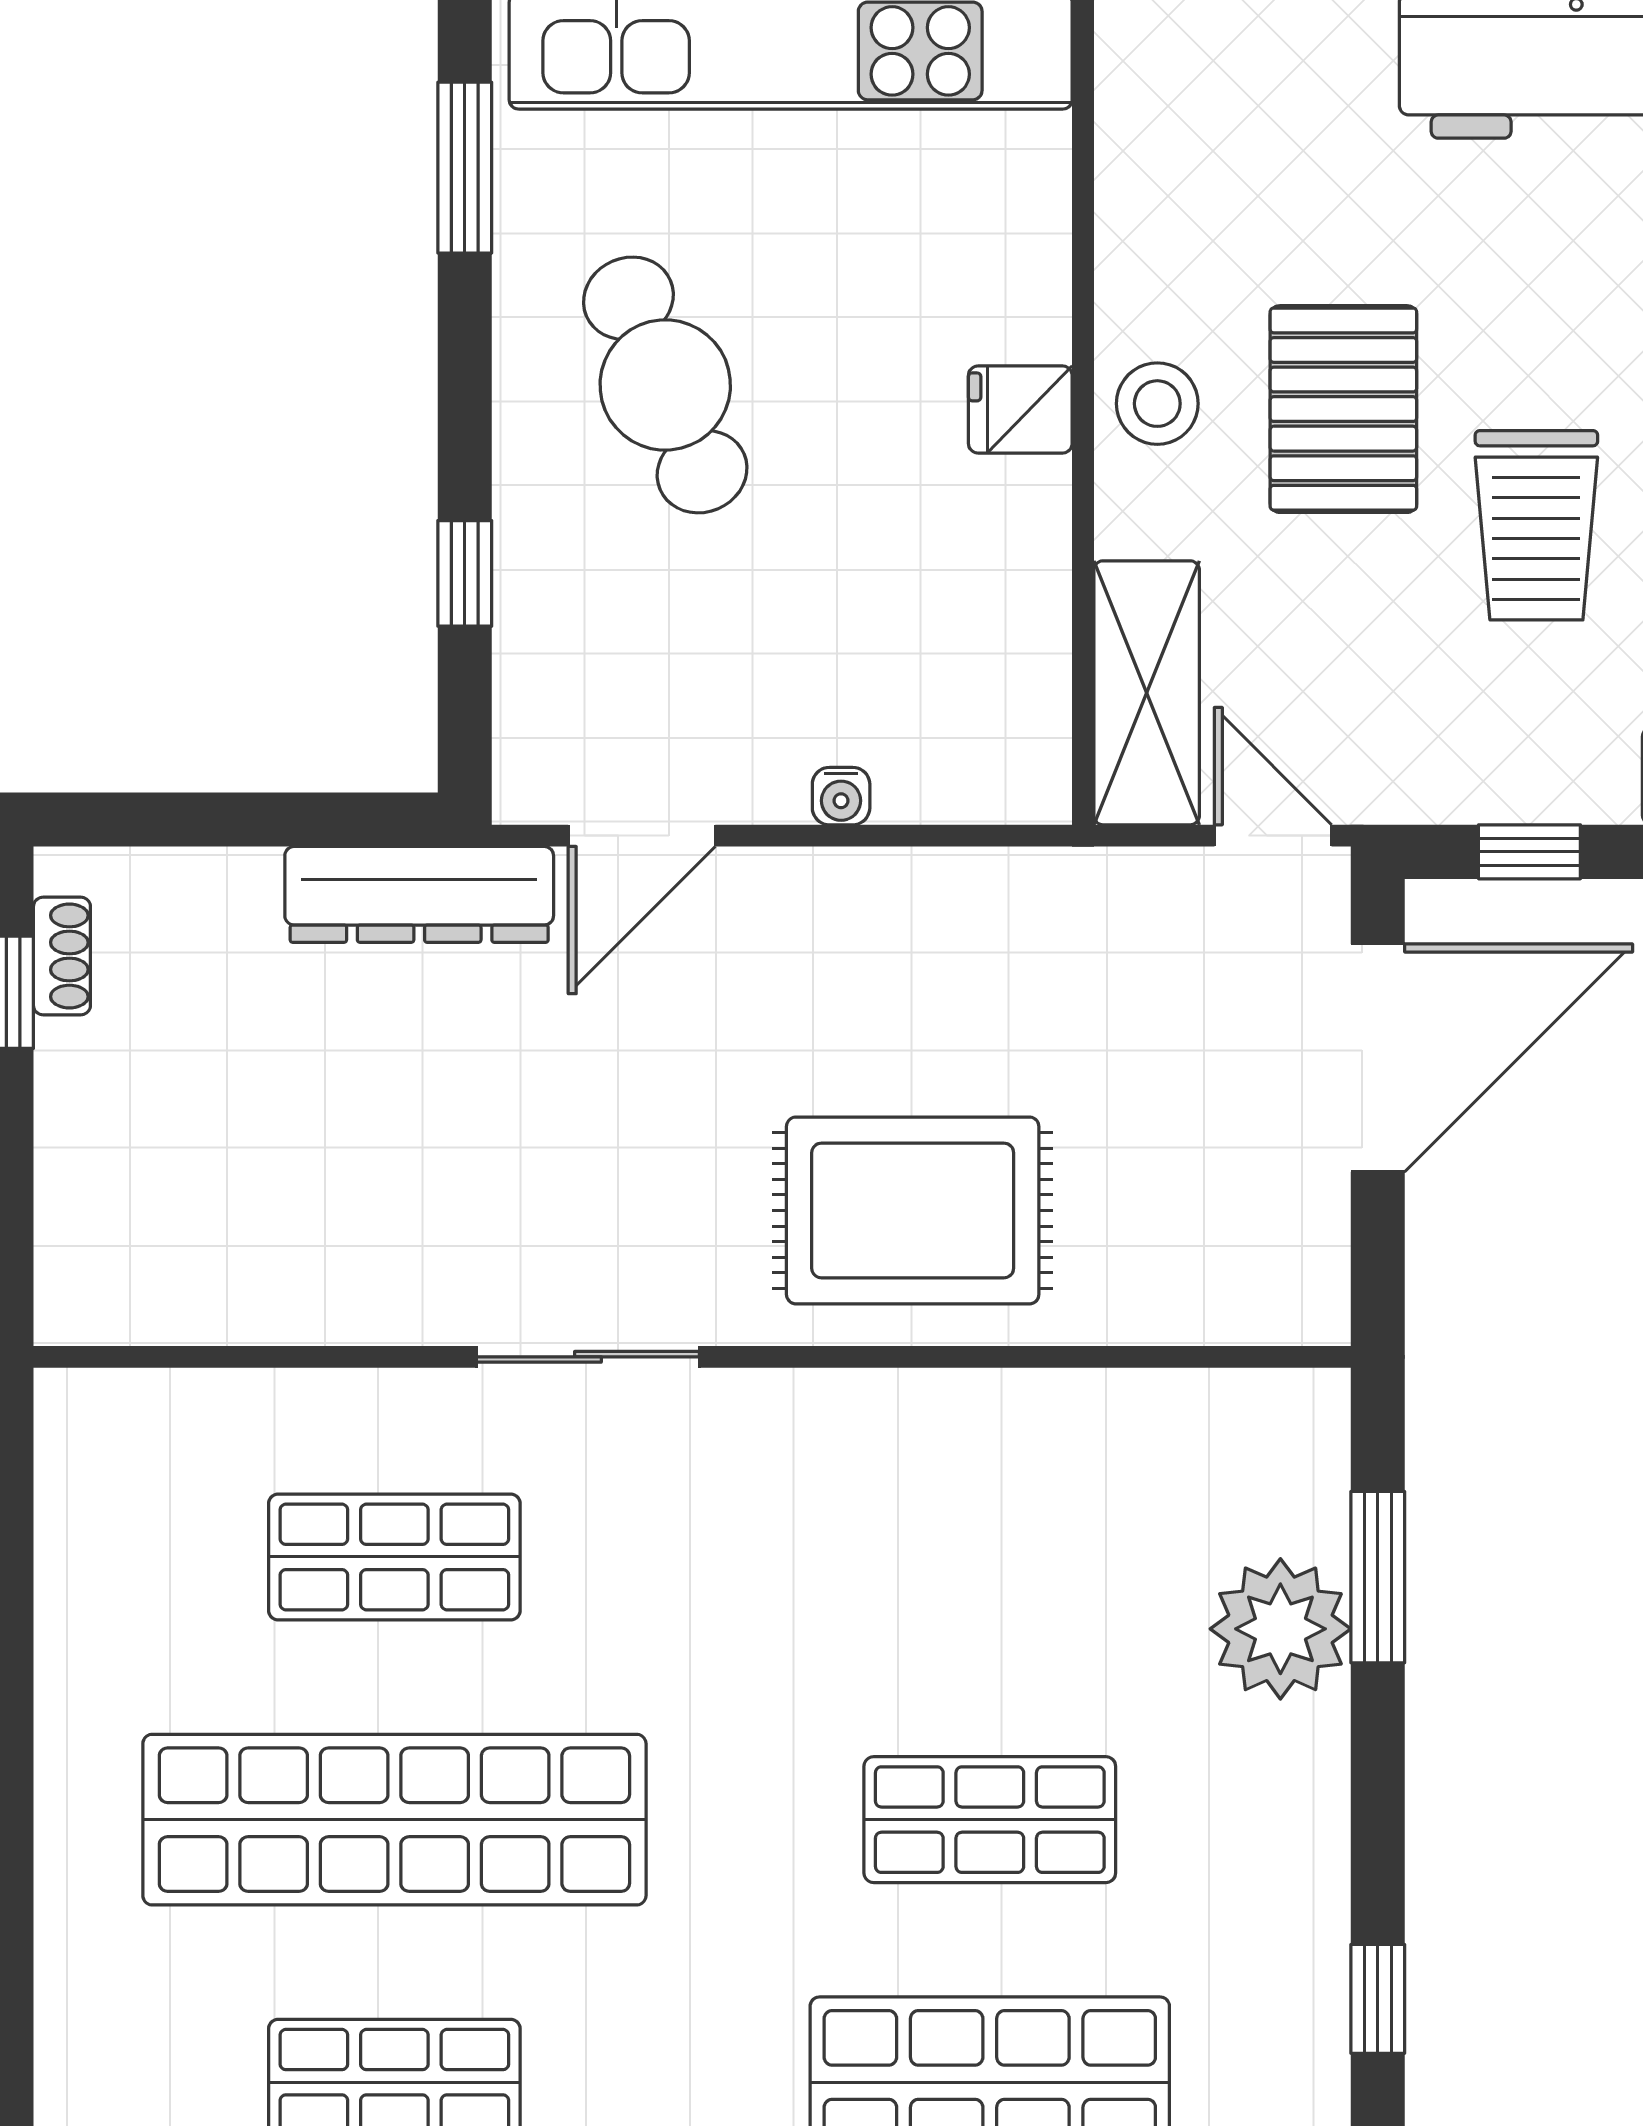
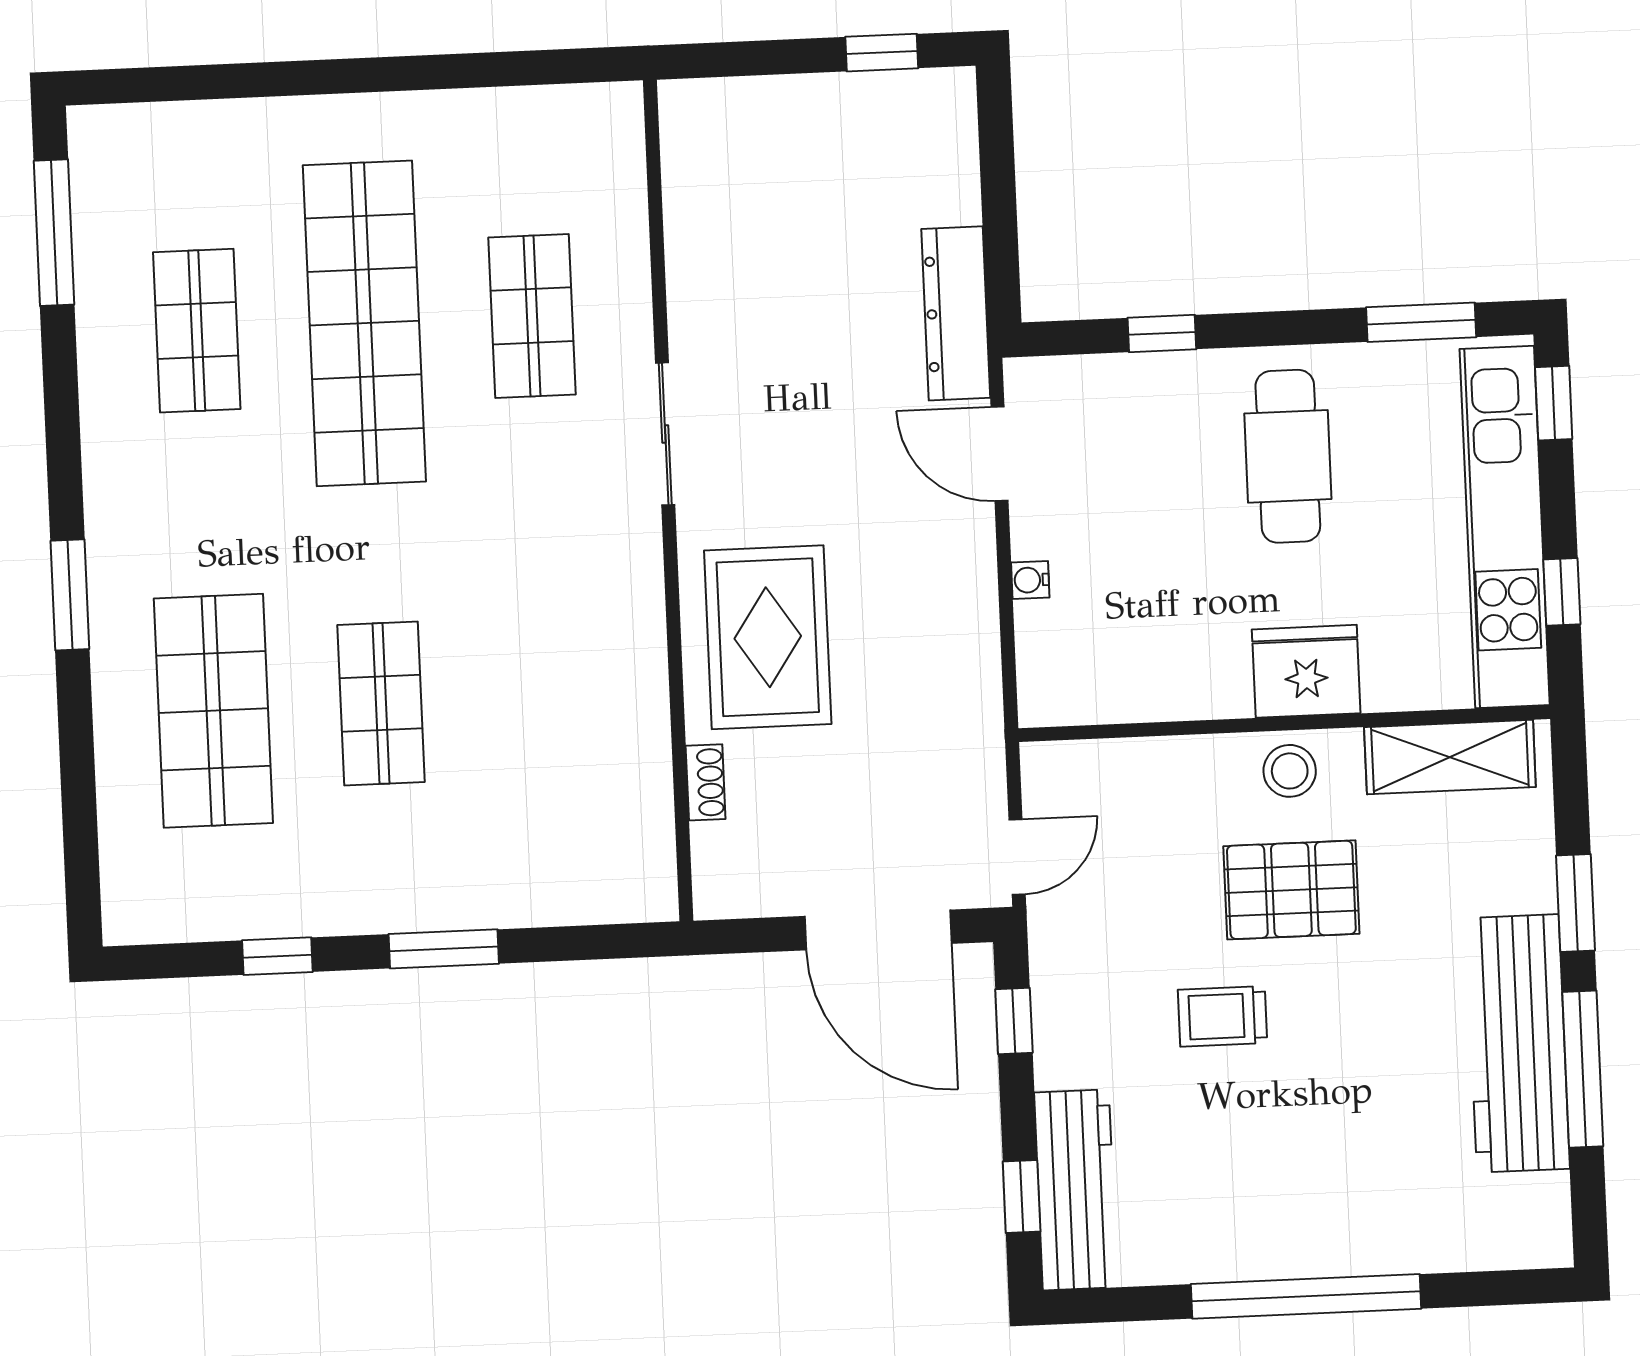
cafe table: (665, 385) -> (1288, 456), turned -67
fridge: (1020, 410) -> (1306, 671), width x1.88, depth x1.34
trolley: (1536, 525) -> (1223, 1016), width x0.73, depth x0.72
shelving: (1147, 693) -> (1450, 757), moved
shoe rack: (62, 956) -> (706, 782), moved, turned -90
window: (1378, 1577) -> (444, 949), moved
plant: (1280, 1629) -> (511, 884), removed

